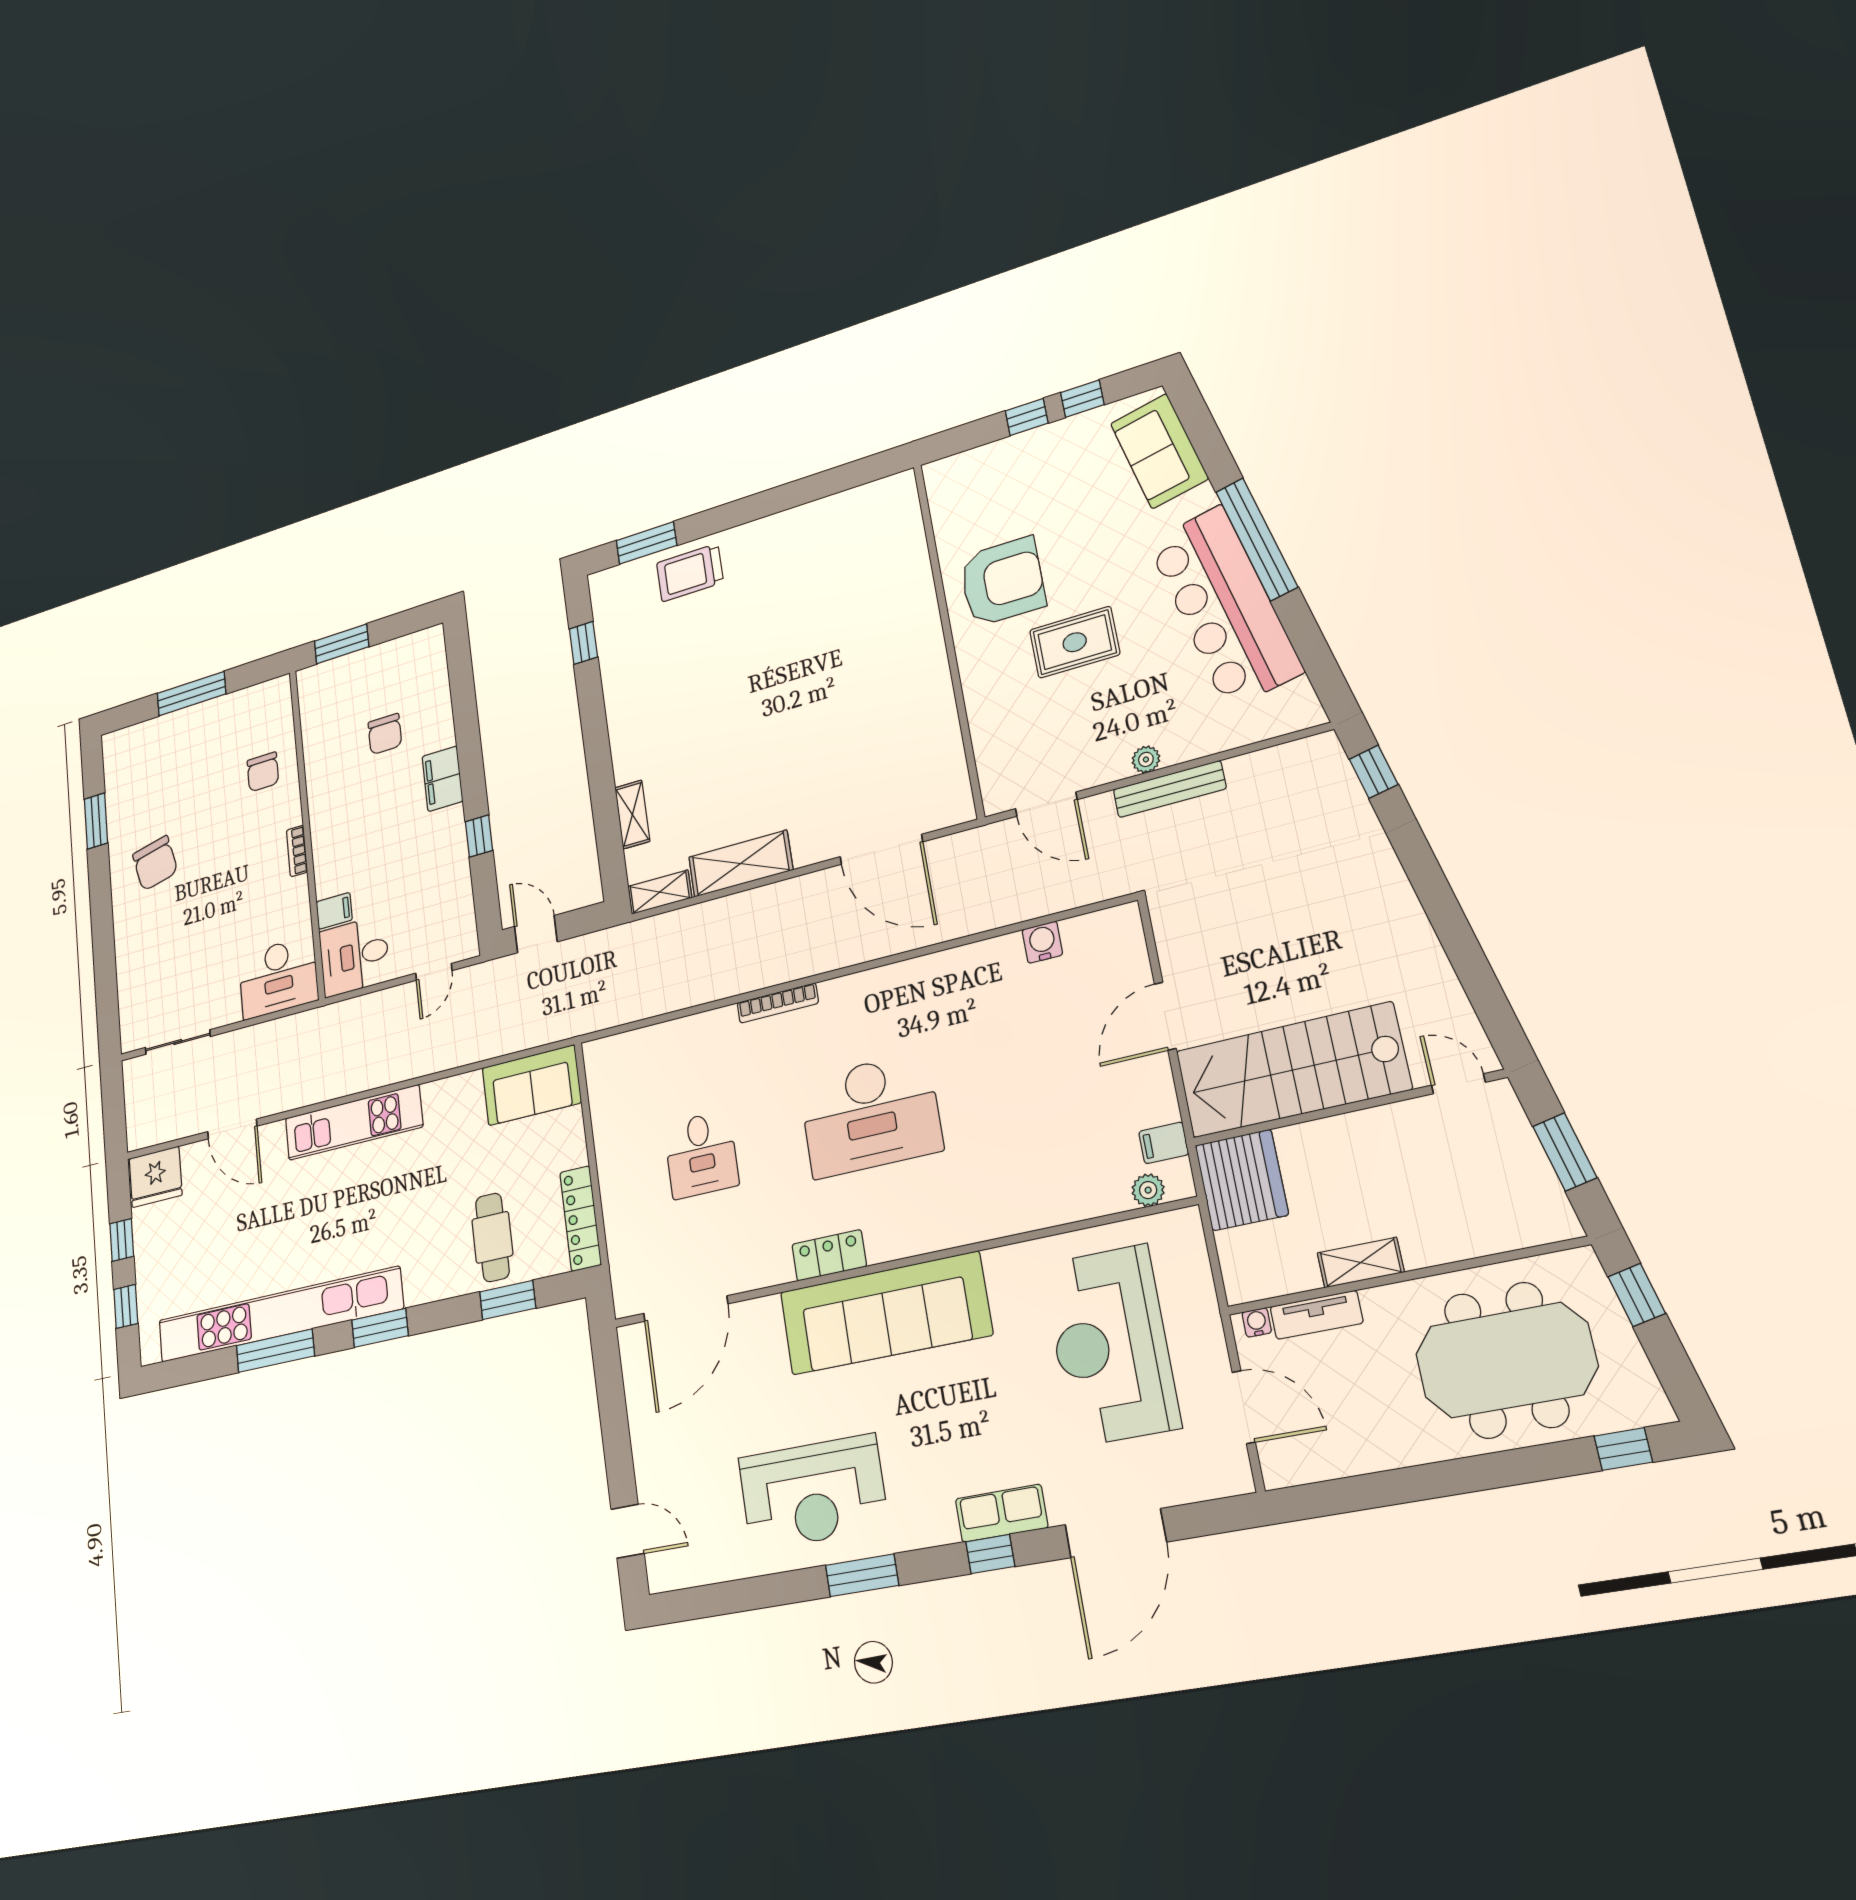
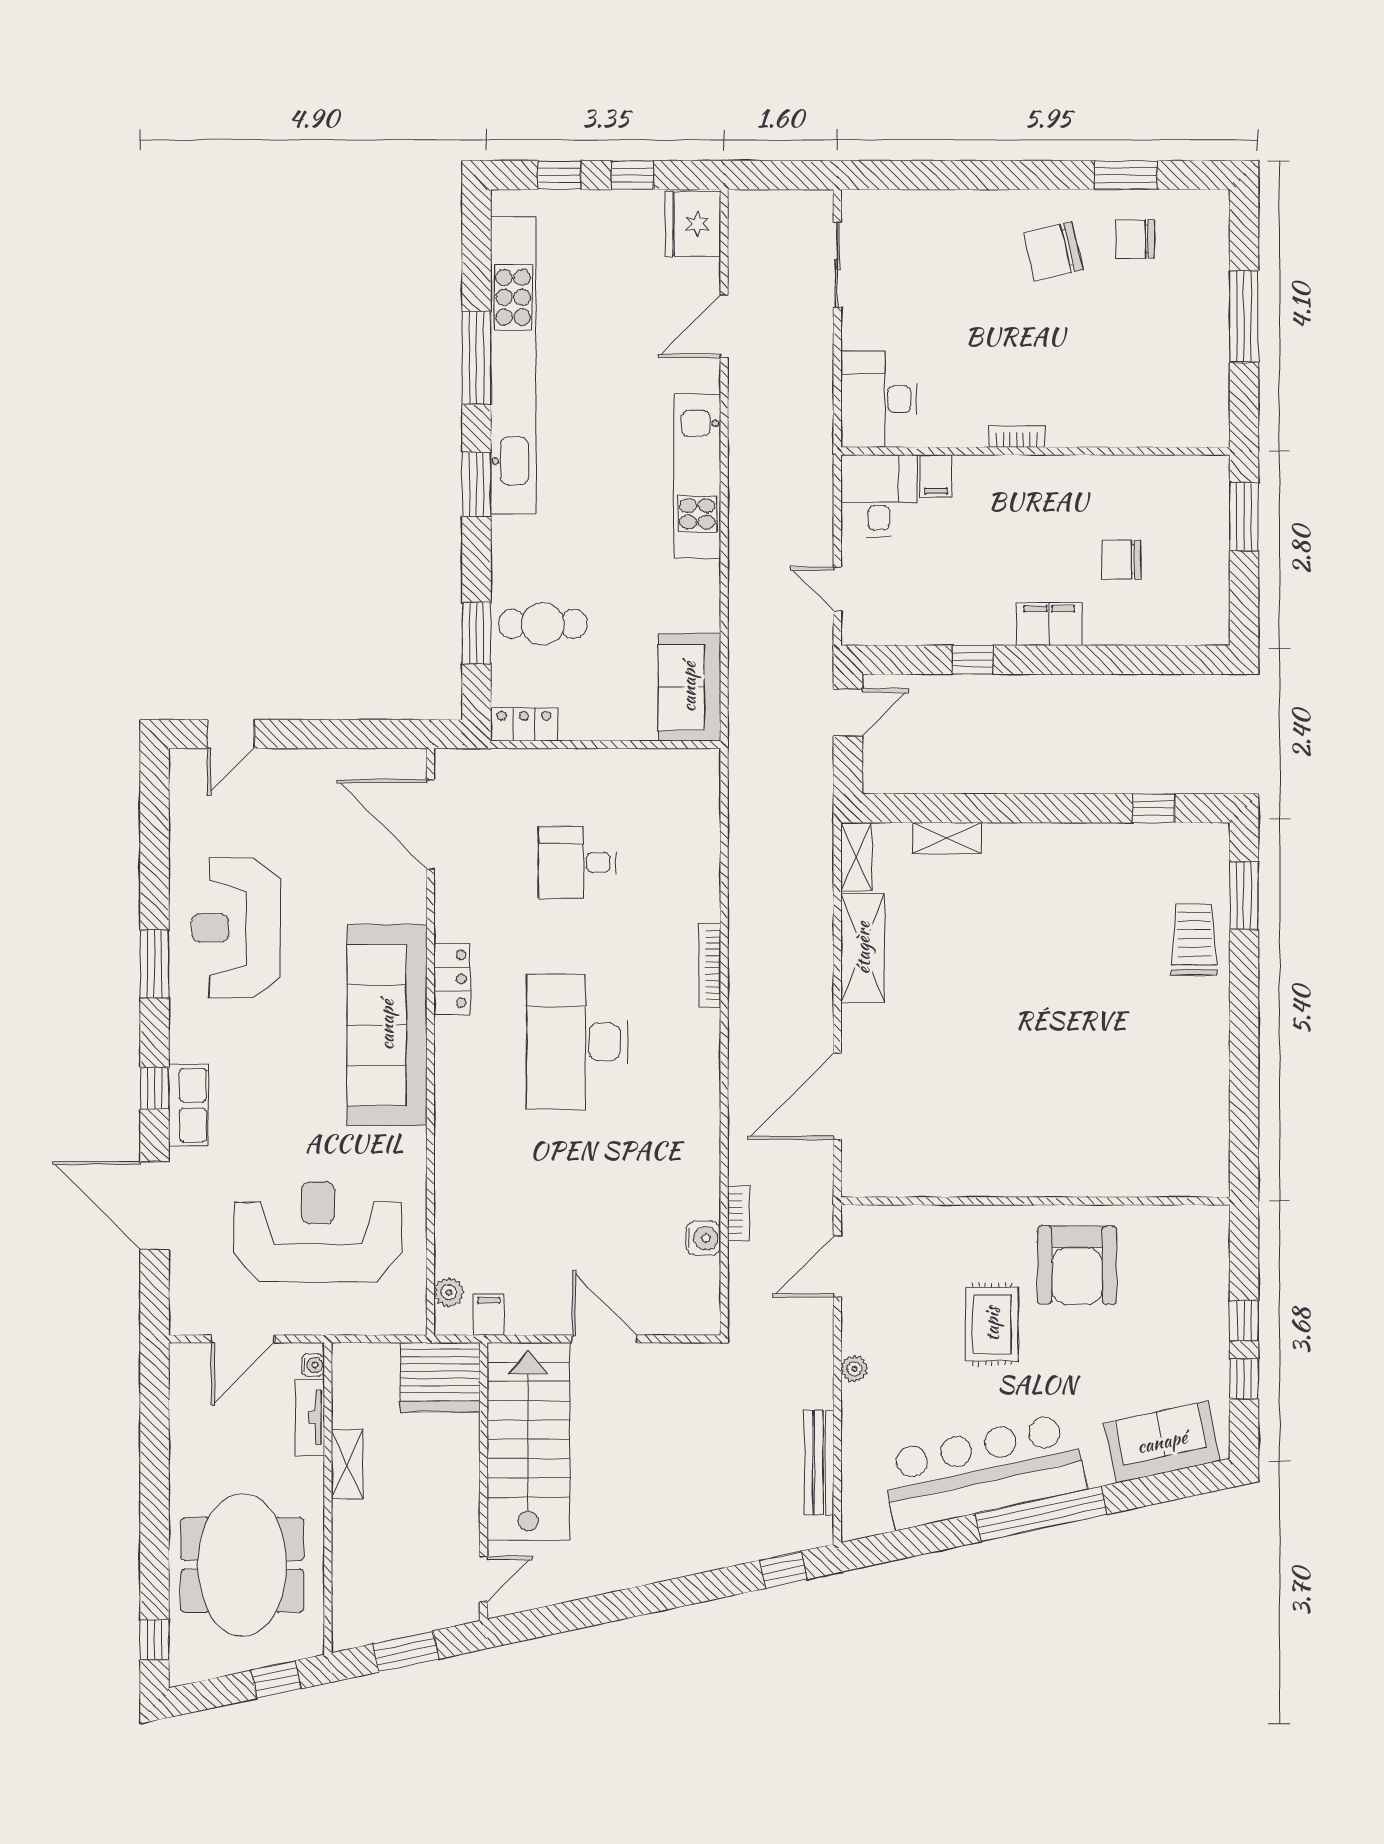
chair: (263, 772) -> (1135, 239), moved
bench: (1169, 789) -> (819, 1463), moved
bookcase: (1011, 914) -> (739, 1214), added
locker: (581, 1218) -> (524, 724), width x0.66

